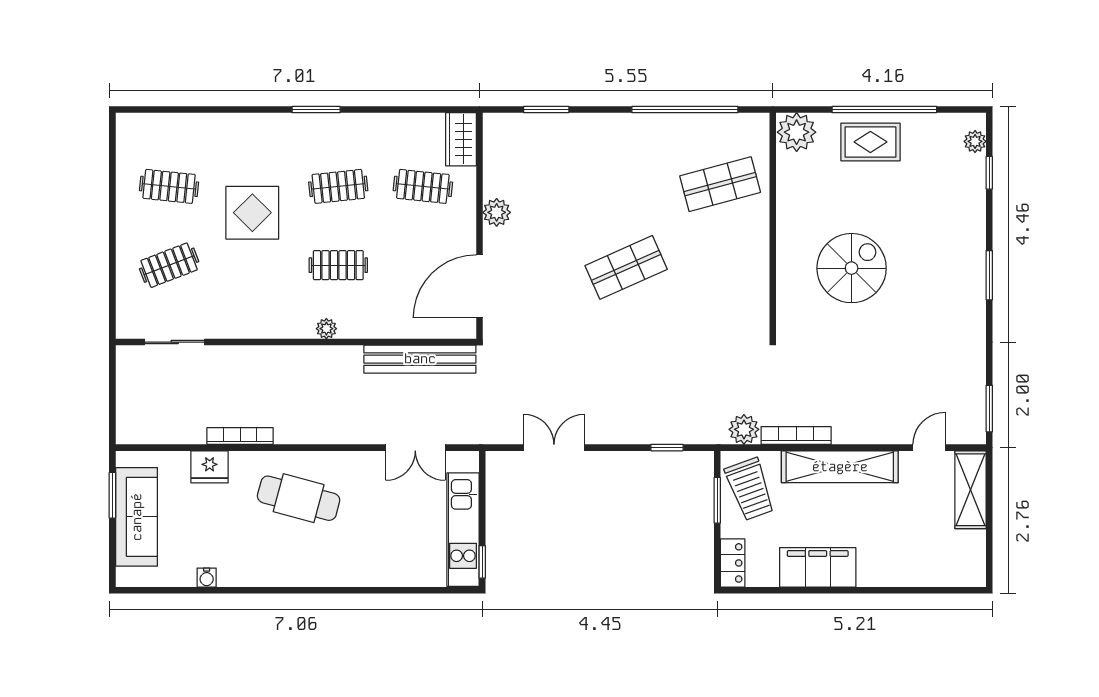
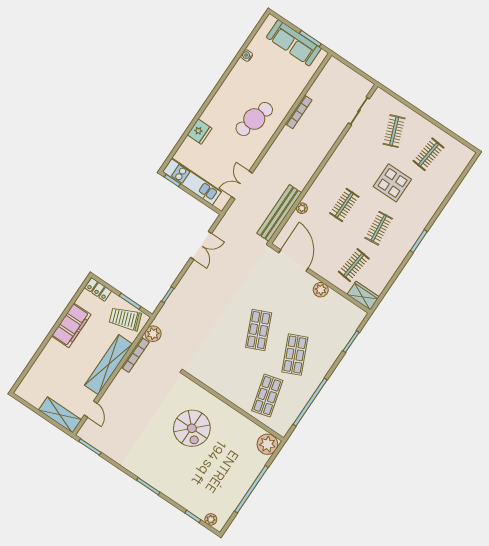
rug: (870, 142) -> (241, 474), removed
shop shelf: (626, 184) -> (295, 355), added
plant: (326, 329) -> (302, 208), moved
fridge: (210, 467) -> (200, 131), moved, turned 180

